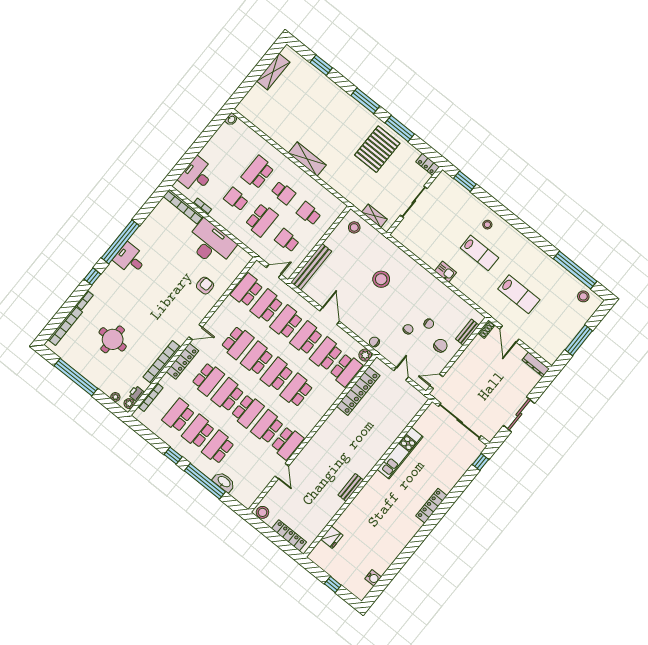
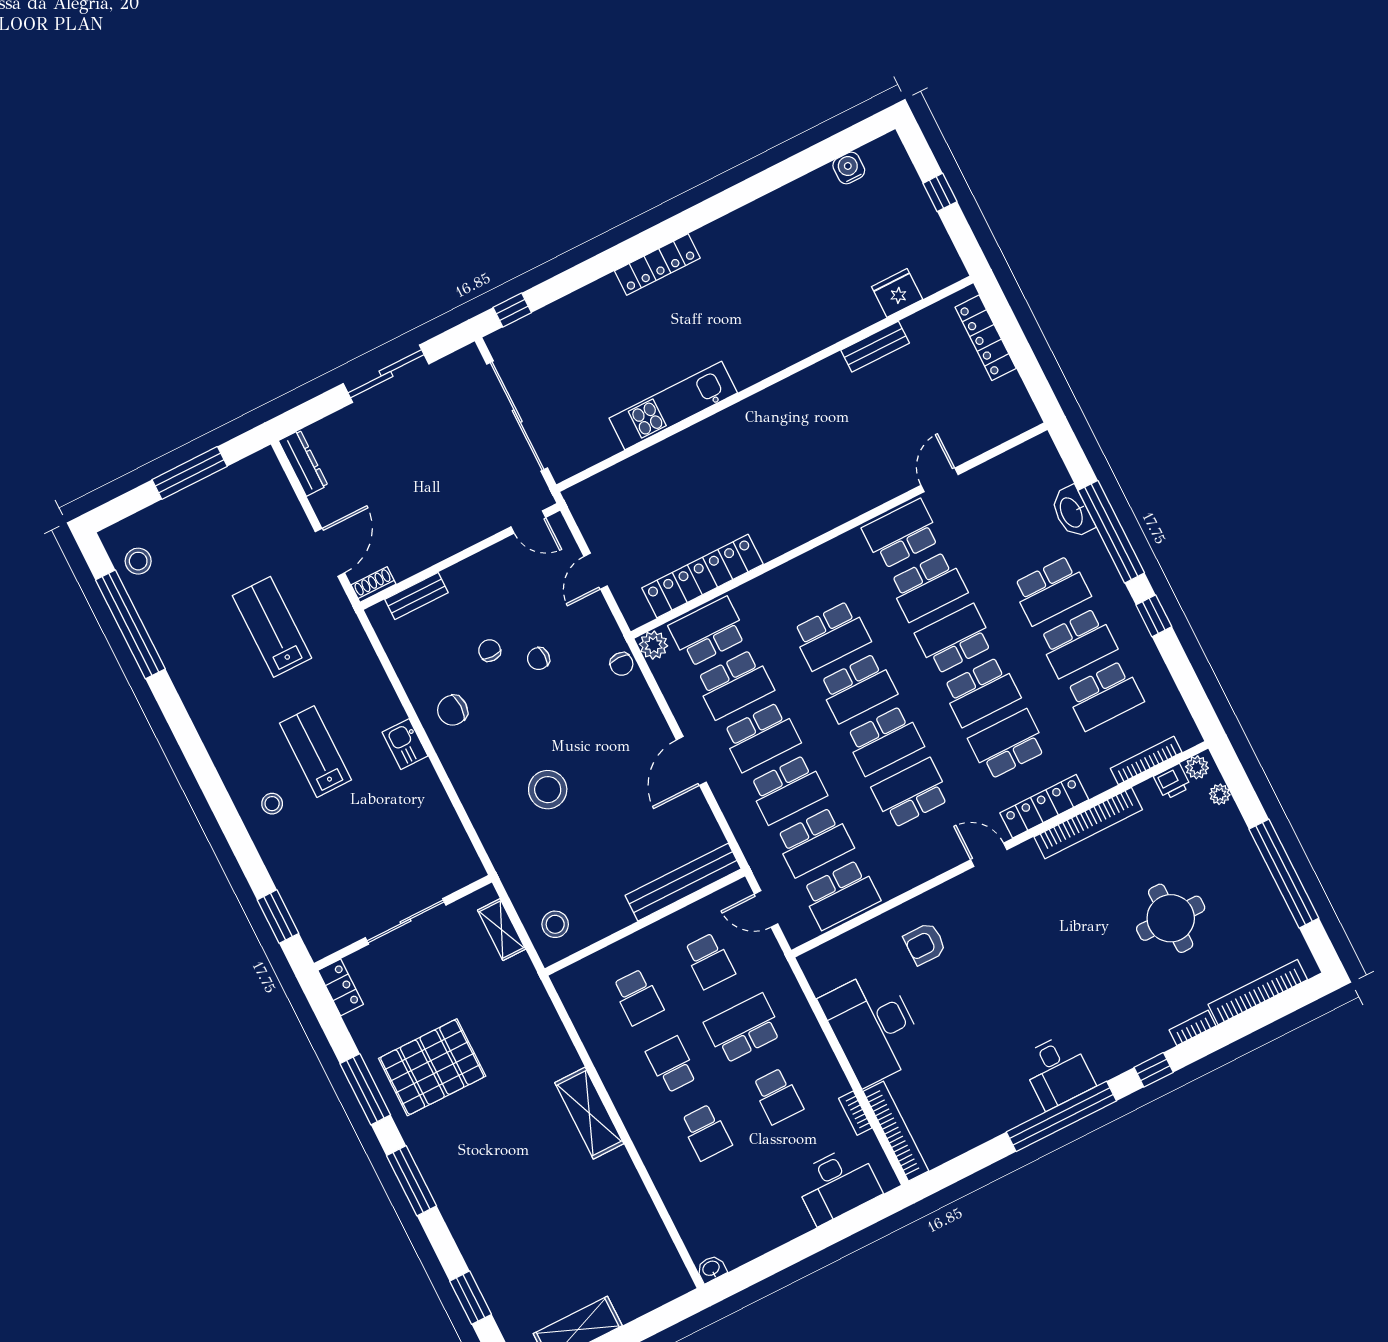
school desk: (258, 172) -> (706, 1132), width x0.54
chair: (440, 346) -> (453, 710), moved
bench: (351, 487) -> (875, 347), moved
stool: (262, 512) -> (1020, 411), removed

